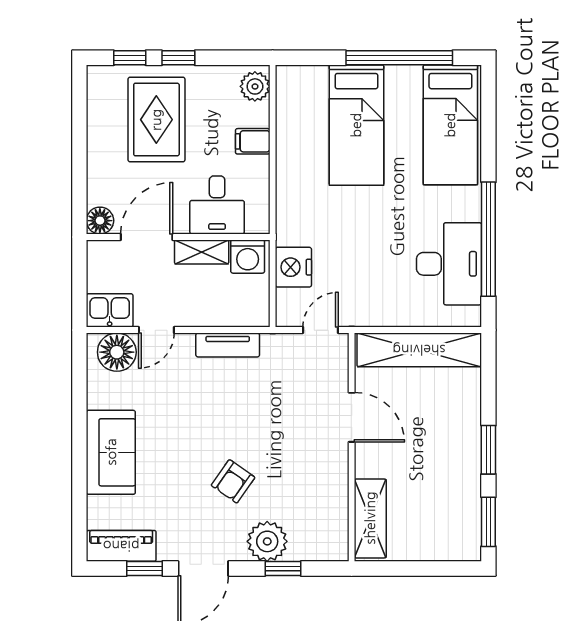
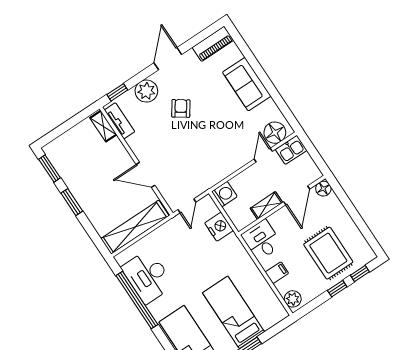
desk: (217, 205) -> (262, 240), moved
washing machine: (248, 257) -> (224, 194), moved, turned 90
tv unit: (228, 345) -> (120, 121), moved, turned 90
shelving: (370, 518) -> (103, 126), width x0.67, depth x0.75
window: (144, 568) -> (195, 41), removed
window: (283, 568) -> (117, 92), moved

